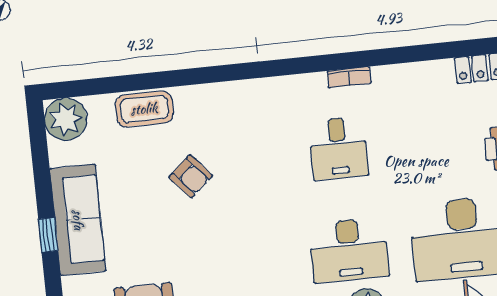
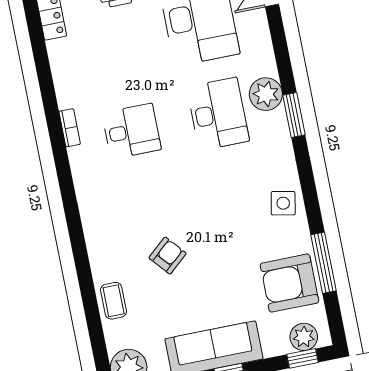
coffee table: (144, 109) -> (114, 301), width x0.73, depth x0.77

